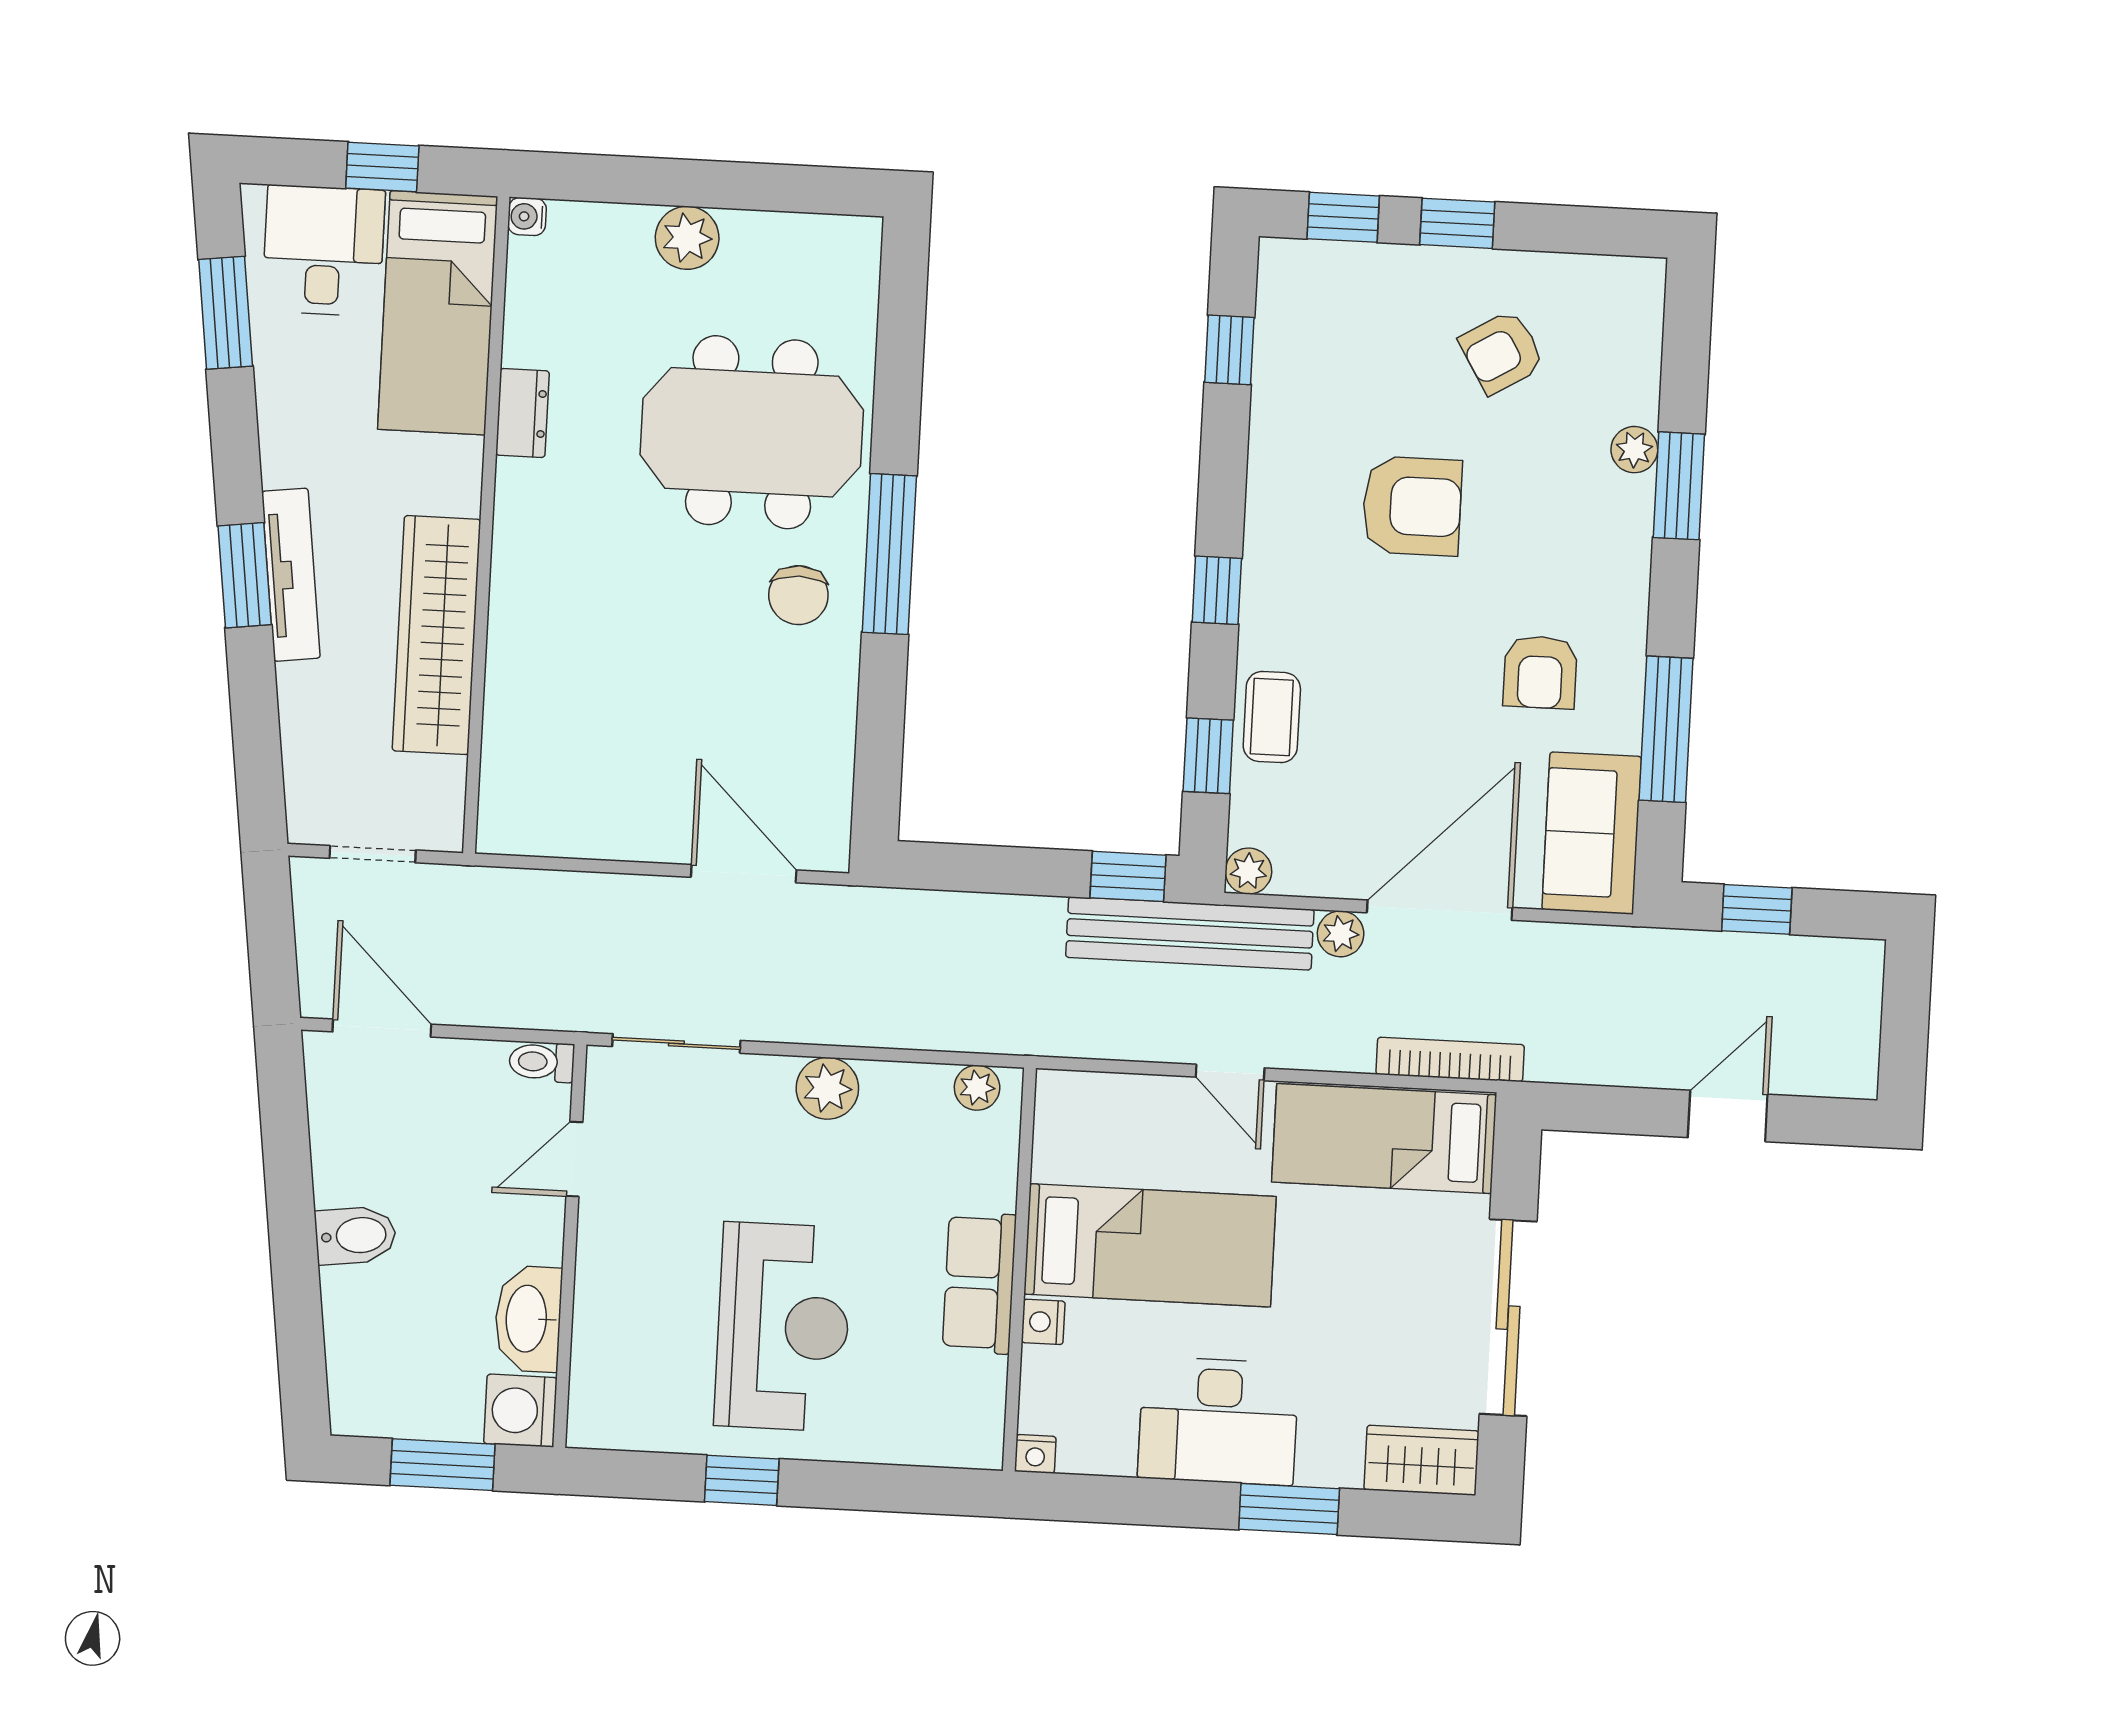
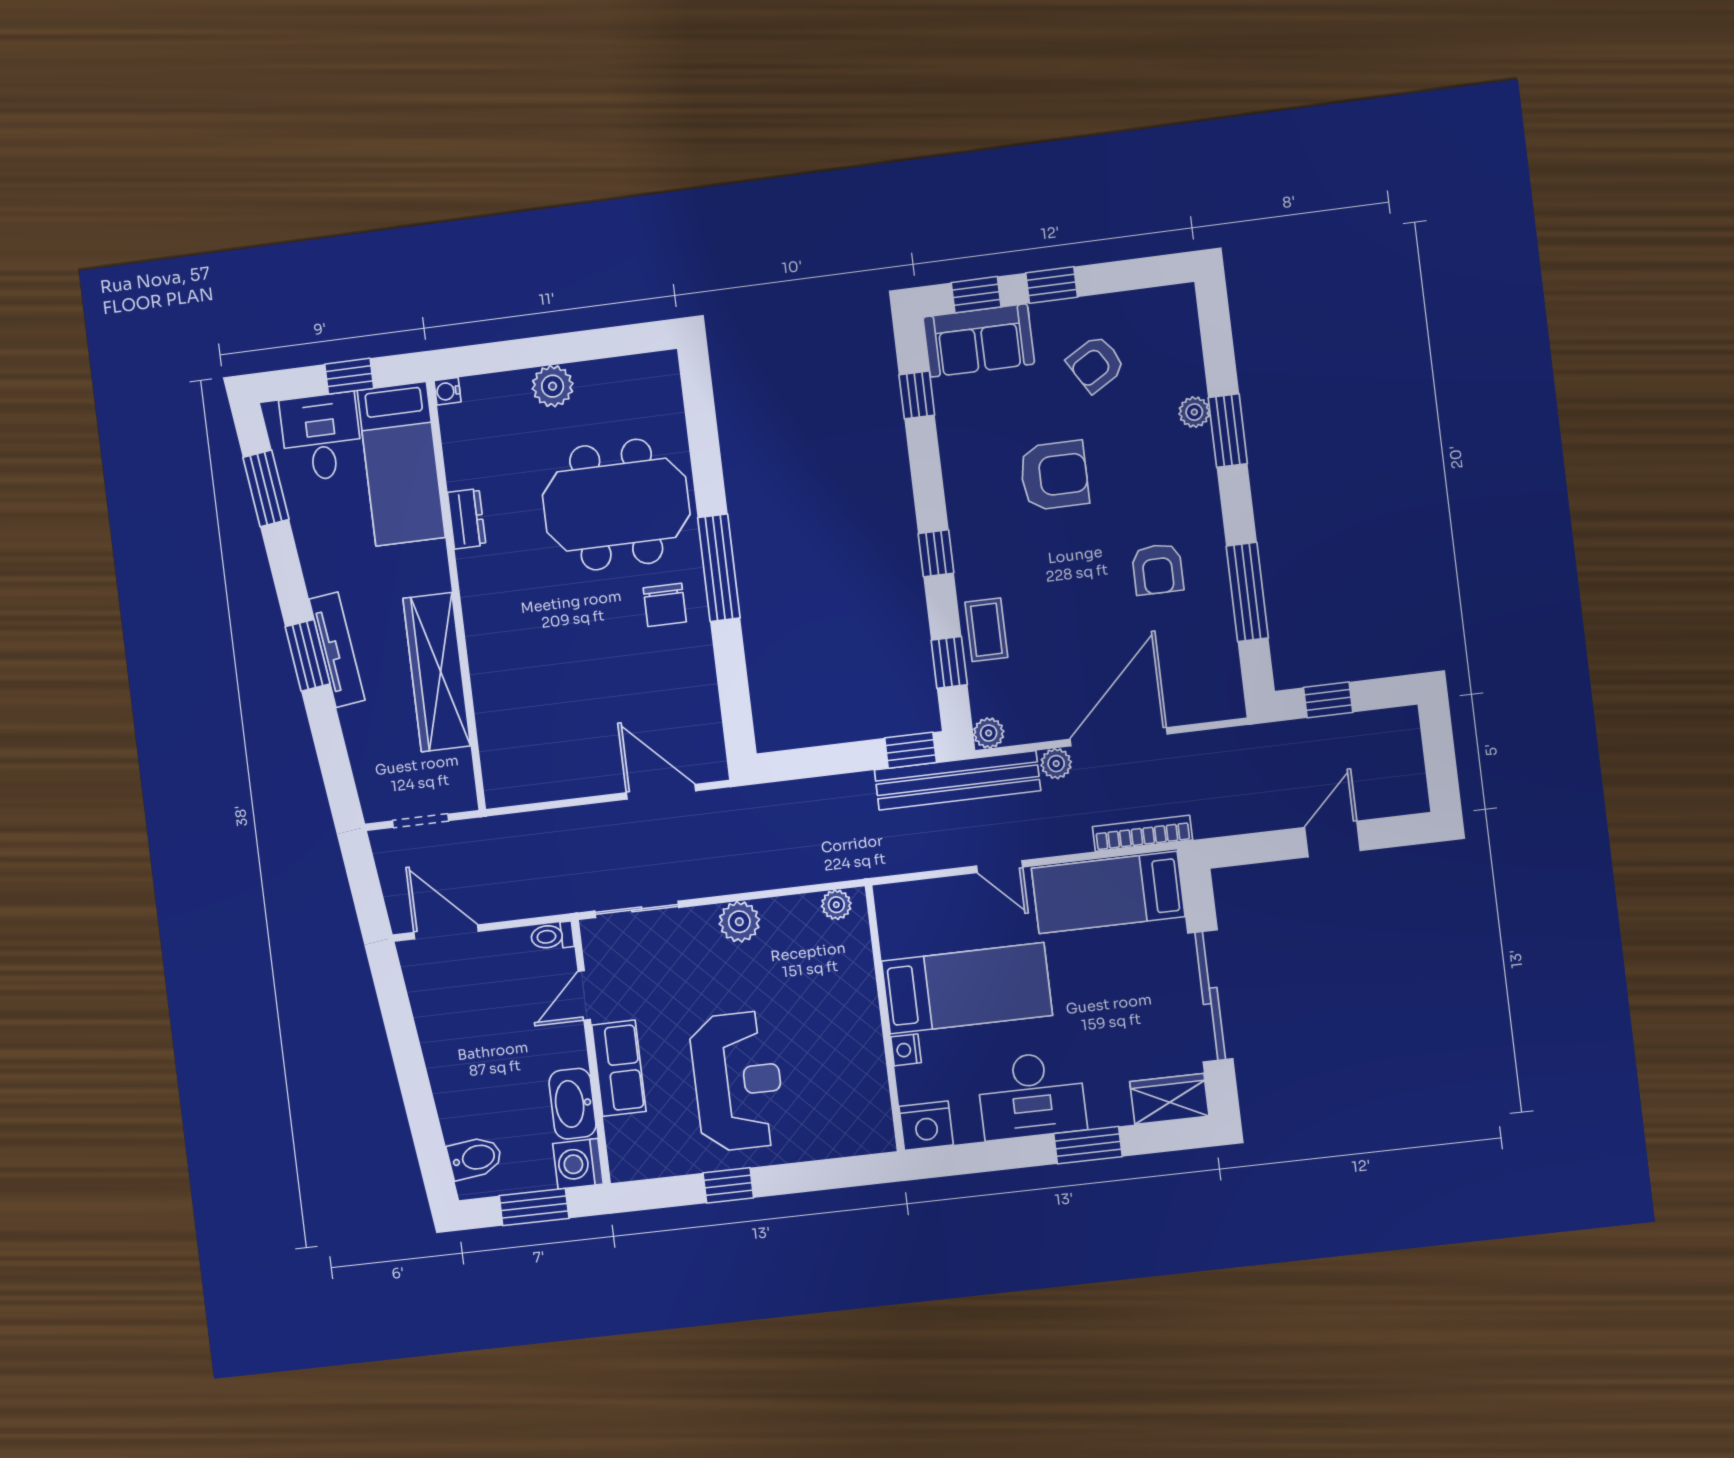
sofa: (1592, 833) -> (979, 340), moved, turned -90
bidet: (356, 1235) -> (475, 1158), moved
row of seats: (979, 1283) -> (619, 1068), moved, turned 180
nightstand: (1035, 1454) -> (926, 1126), width x1.89, depth x1.79

